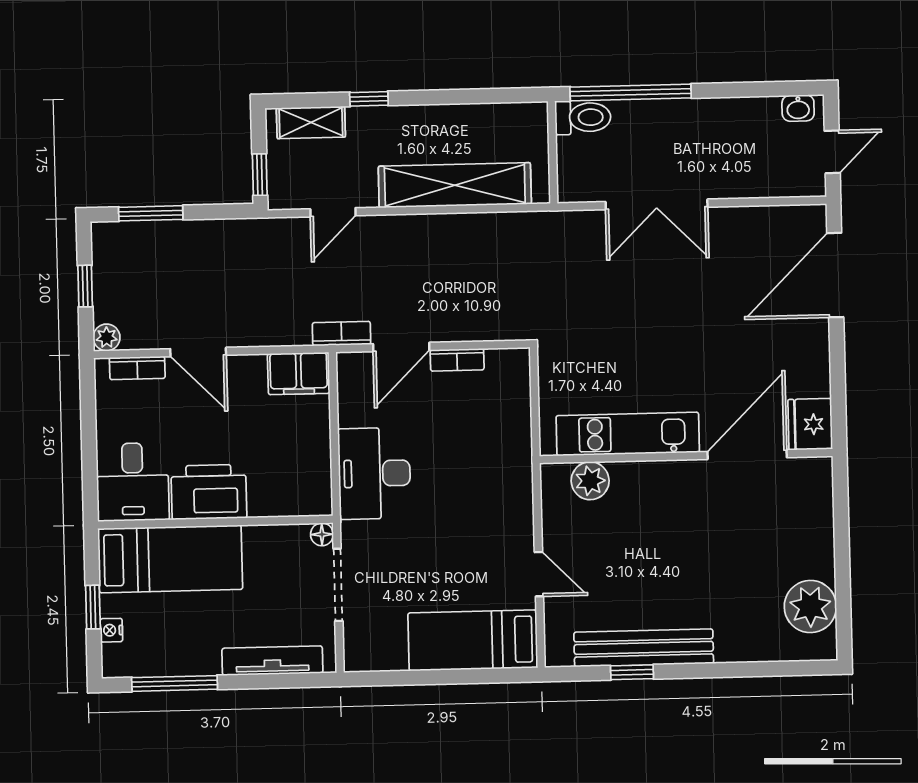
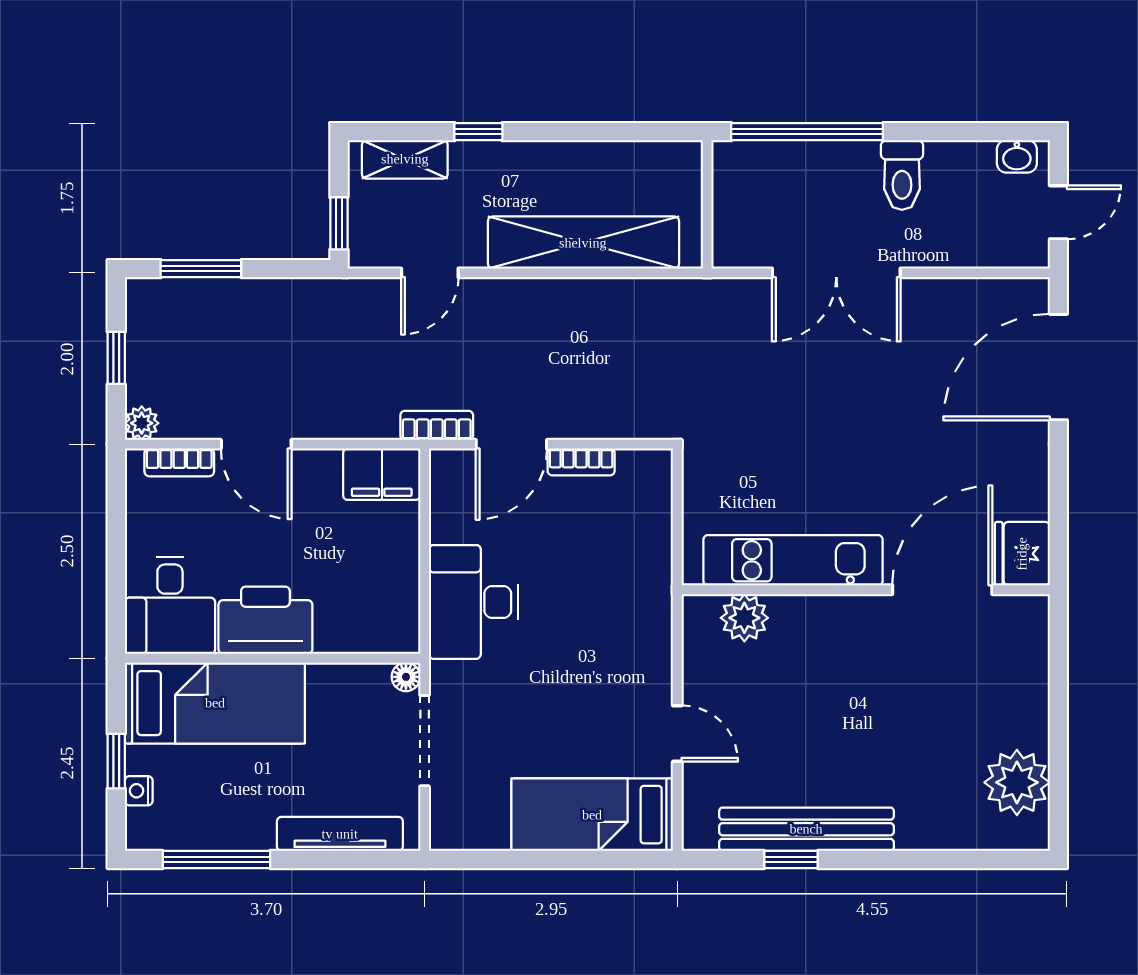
toilet: (583, 117) -> (902, 175), moved, turned 90

